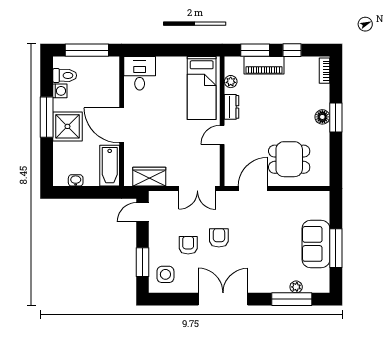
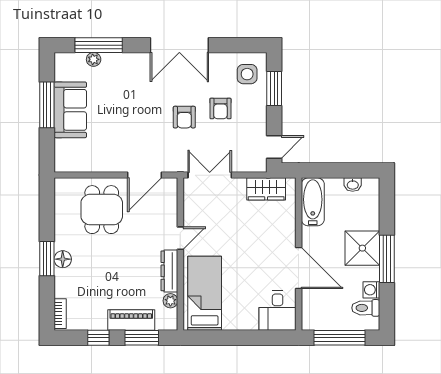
dresser: (232, 107) -> (169, 271), width x1.44
door: (122, 125) -> (299, 268), moved
dining table: (289, 159) -> (102, 210), turned 90

